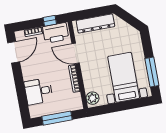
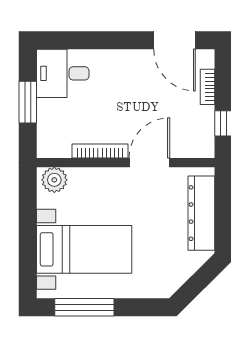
printer: (56, 33) -> (197, 131), removed
desk: (39, 91) -> (63, 73), moved, turned -90
window: (57, 118) -> (28, 102), width x0.69

